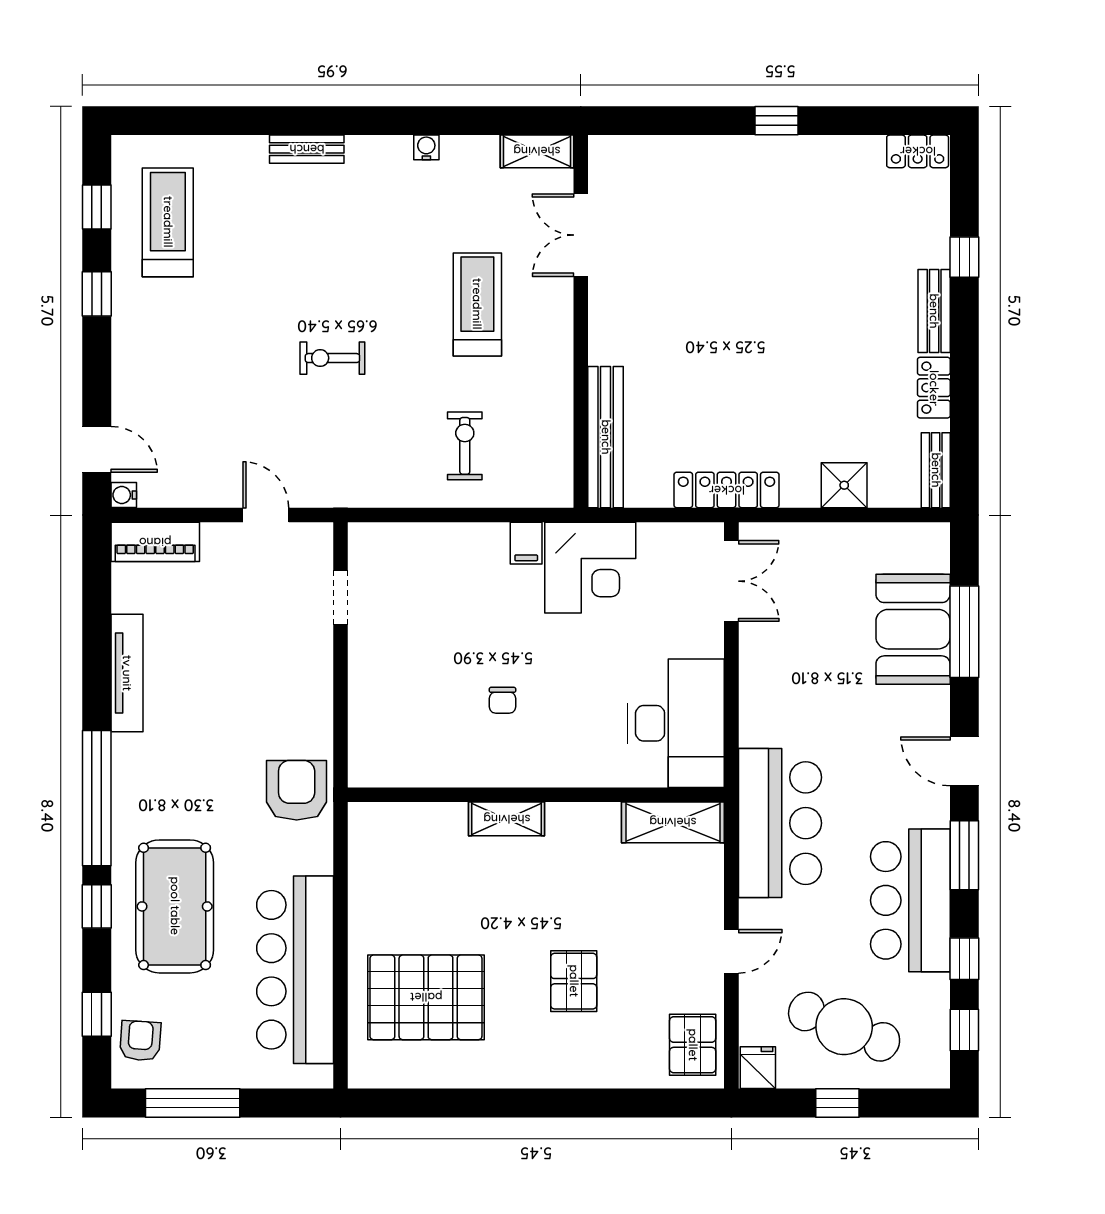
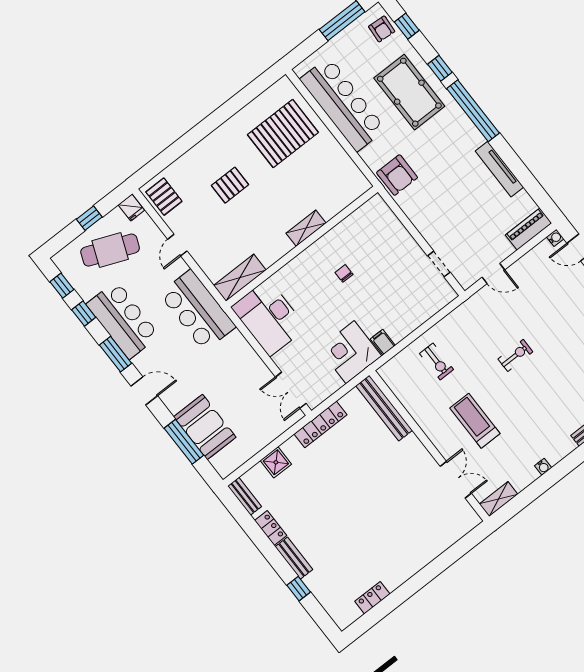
window: (777, 121) -> (414, 585), removed
locker: (918, 151) -> (372, 598), moved
treadmill: (477, 304) -> (475, 421), turned 180
pallet: (574, 981) -> (230, 185), turned 90

